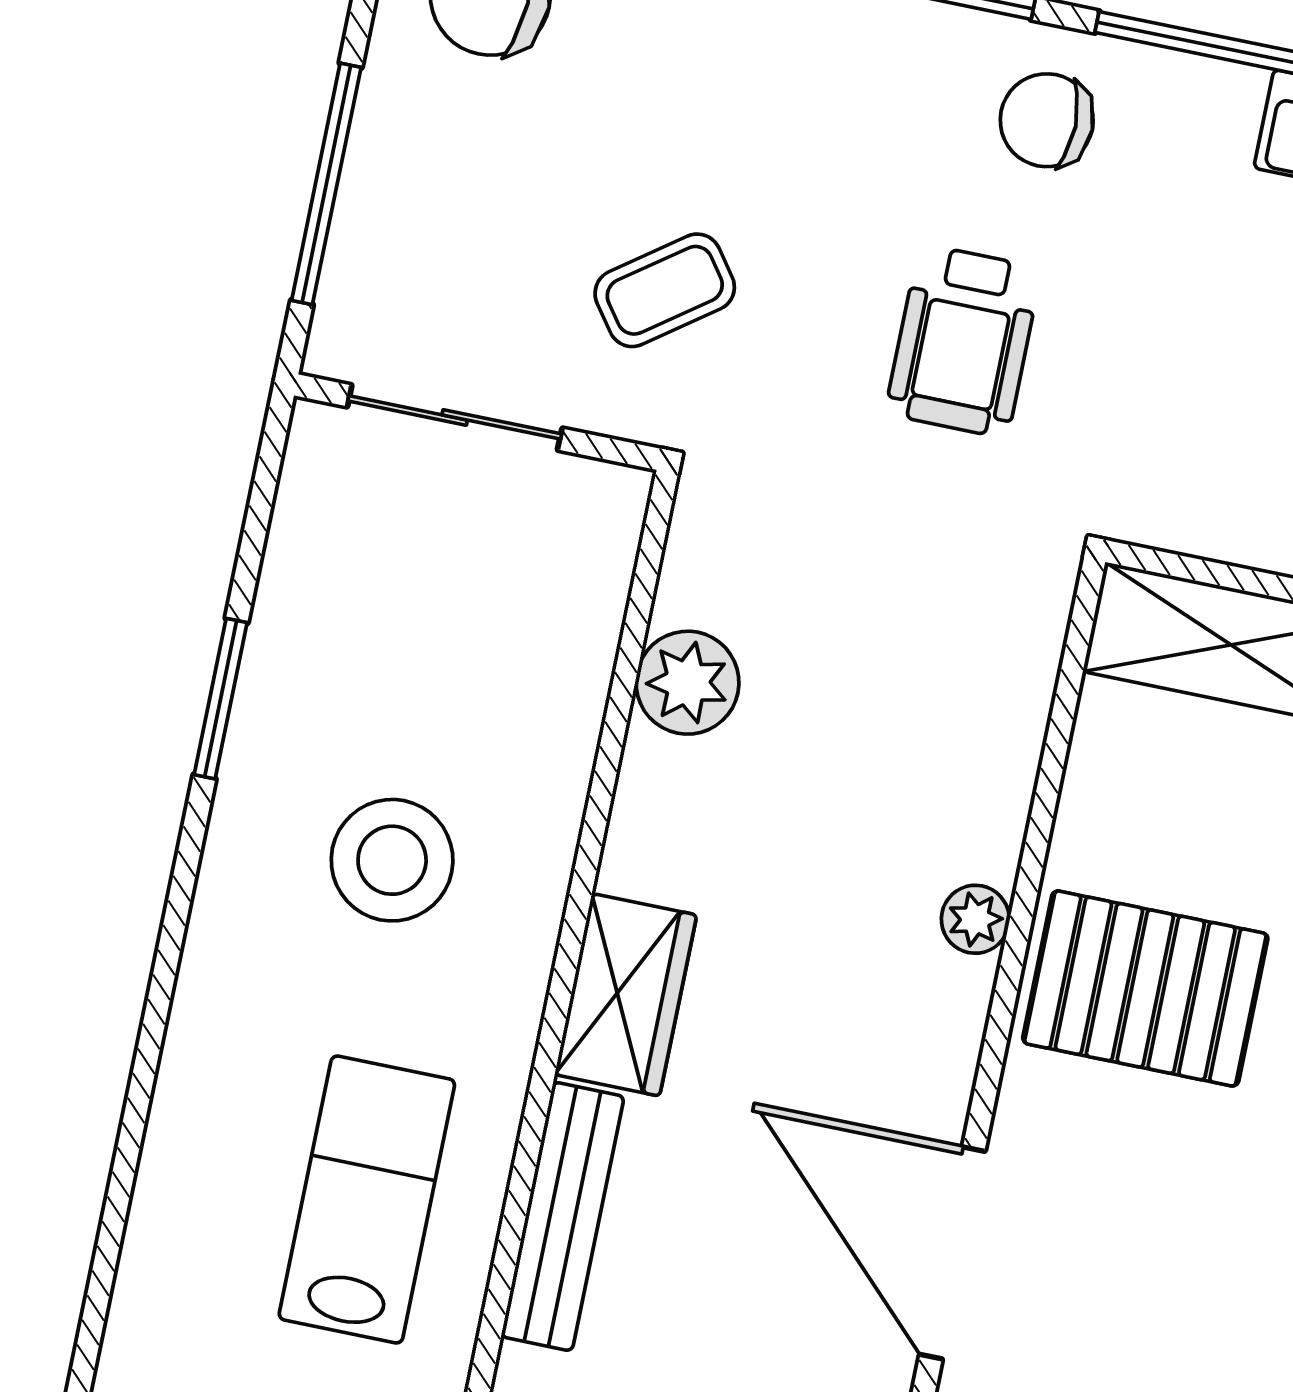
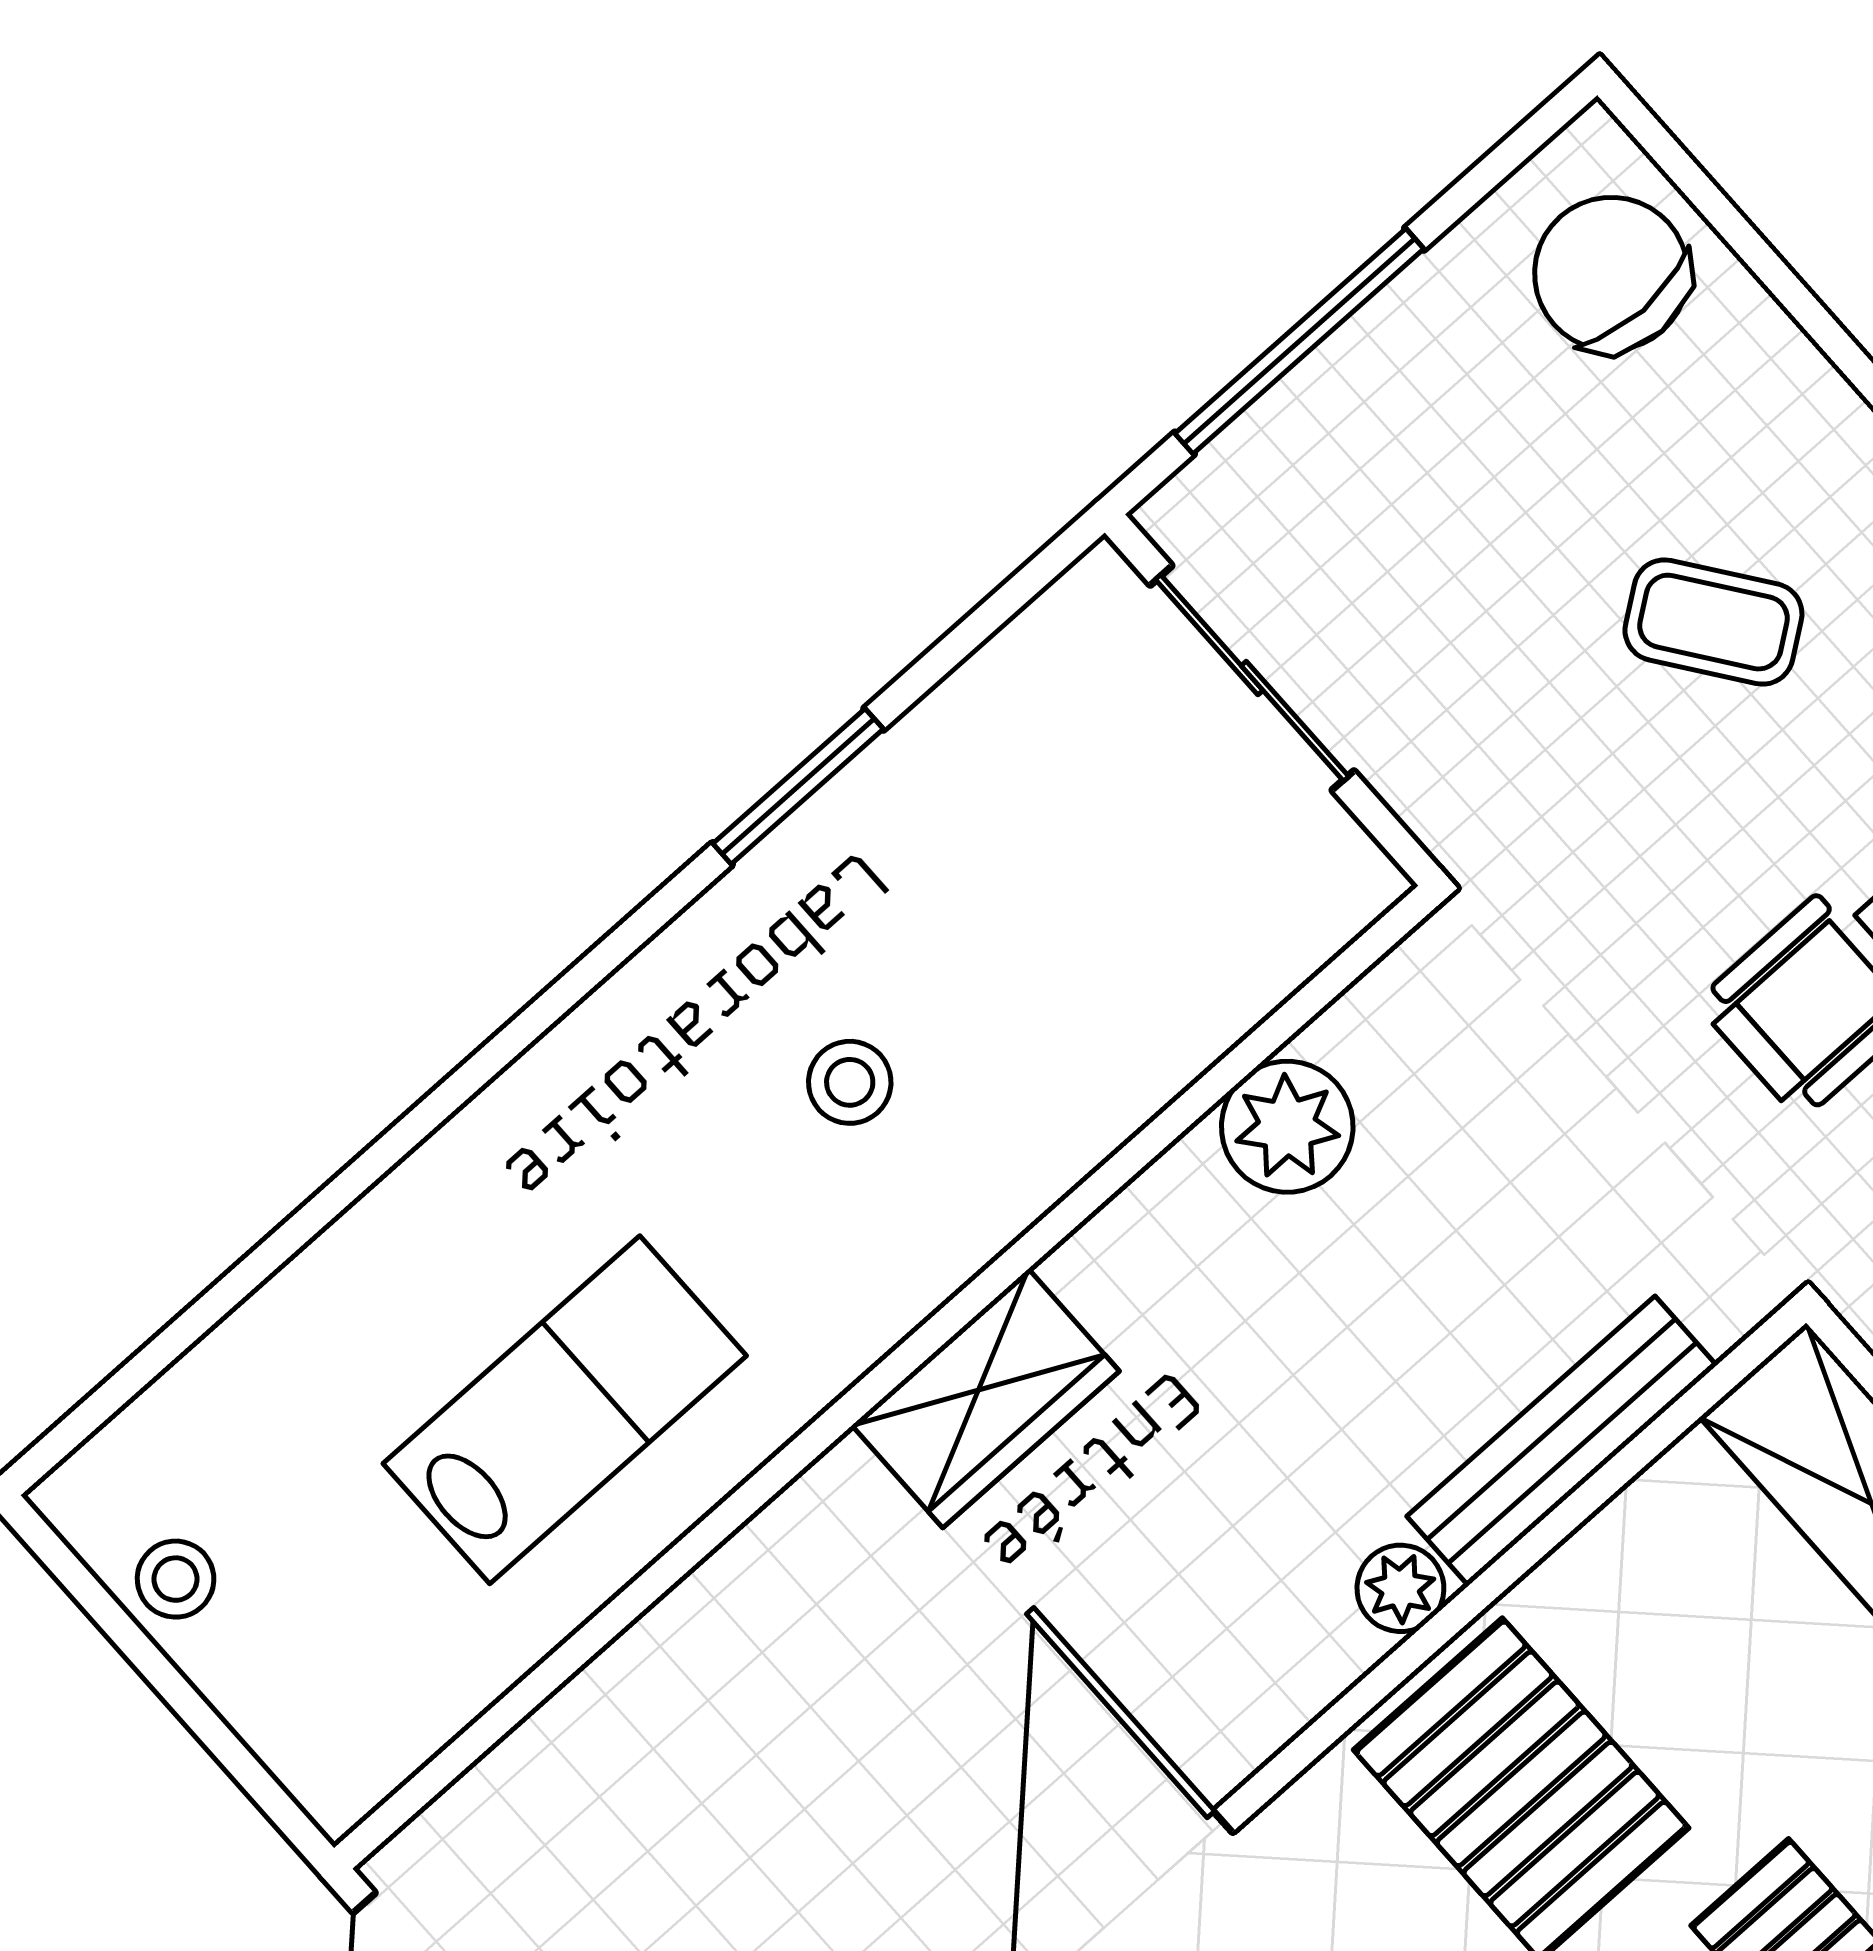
coffee table: (665, 290) -> (1713, 622), moved
stool: (392, 860) -> (850, 1082), width x0.53, depth x0.53
bench: (563, 1216) -> (1562, 1441), moved

